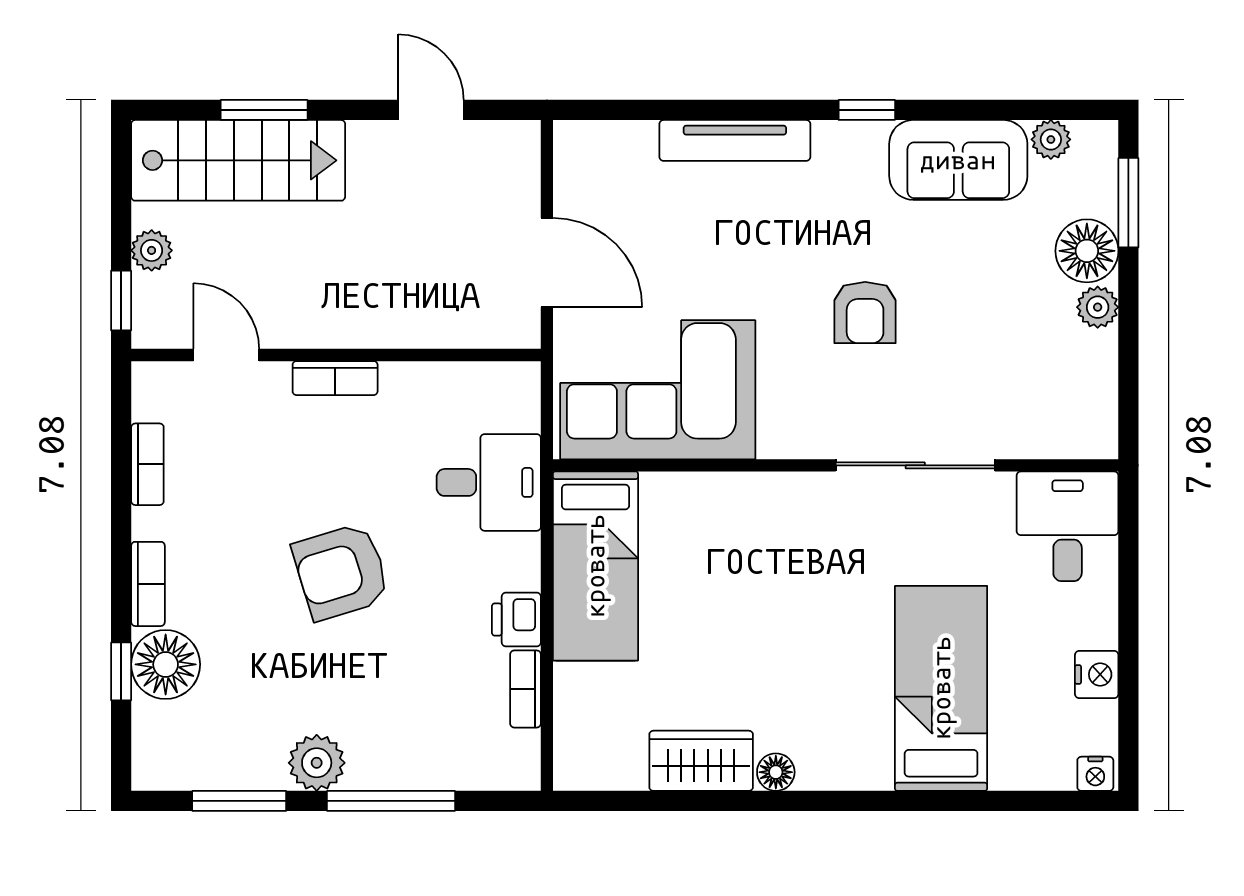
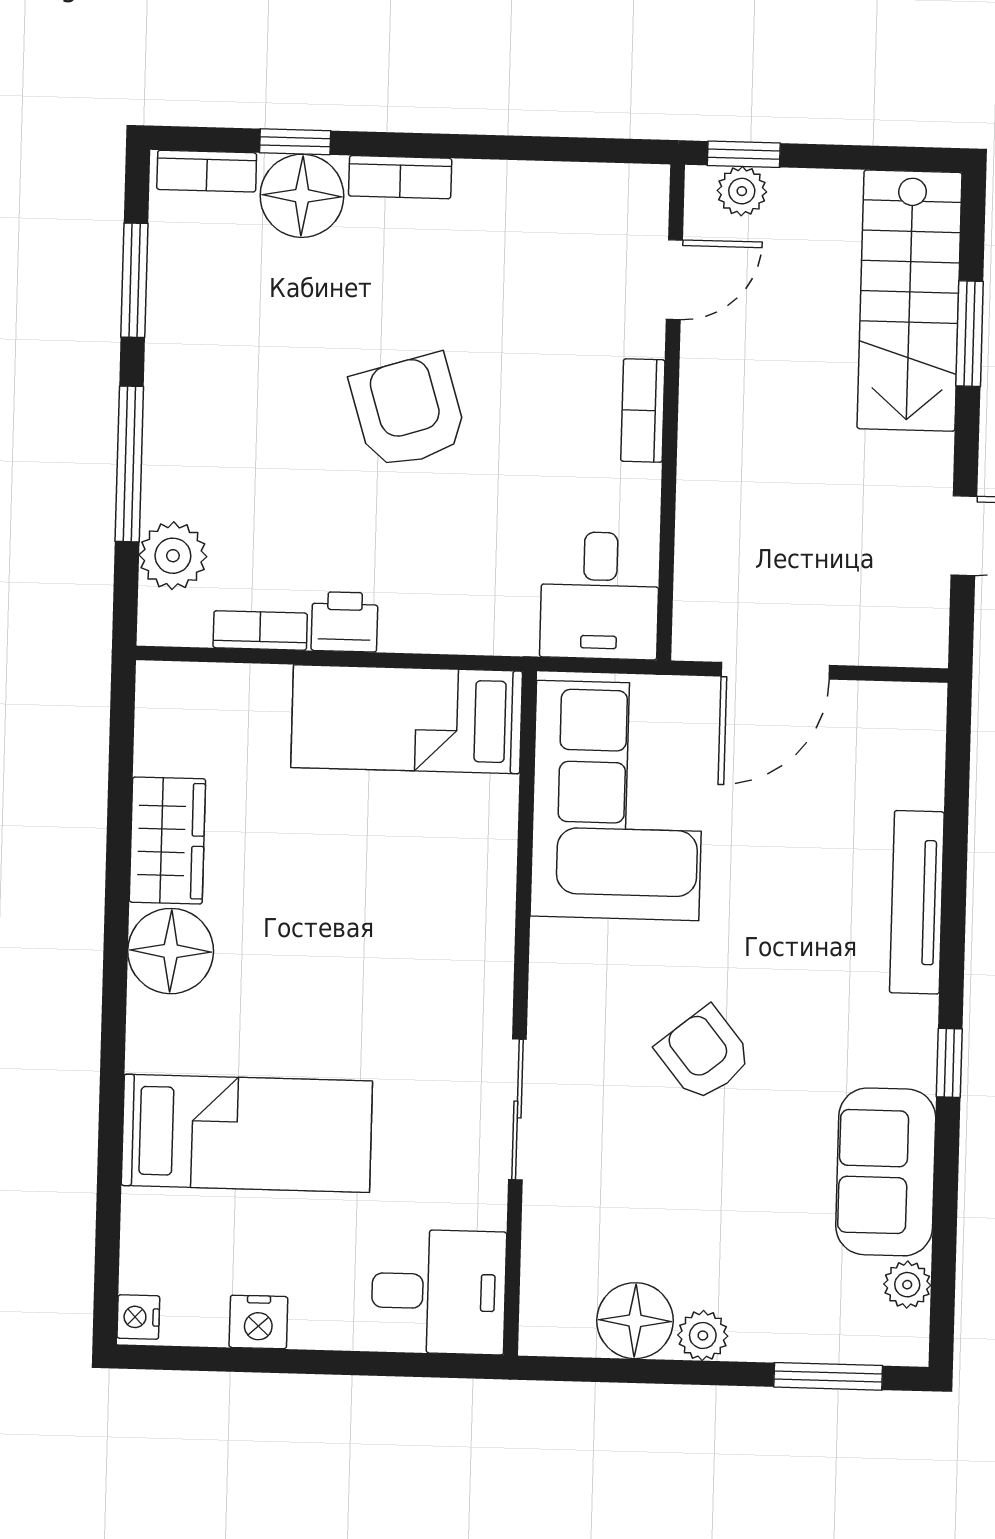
plant: (152, 250) -> (742, 191), moved
floor lamp: (1087, 251) -> (635, 1321), moved
armchair: (865, 312) -> (704, 1054), turned 51
bookcase: (147, 464) -> (207, 171), moved
sliding door: (915, 465) -> (517, 1109), width x0.73
desk: (489, 482) -> (600, 595), moved
plant: (317, 763) -> (173, 556), moved
floor lamp: (776, 772) -> (171, 951), width x1.89, depth x1.89

